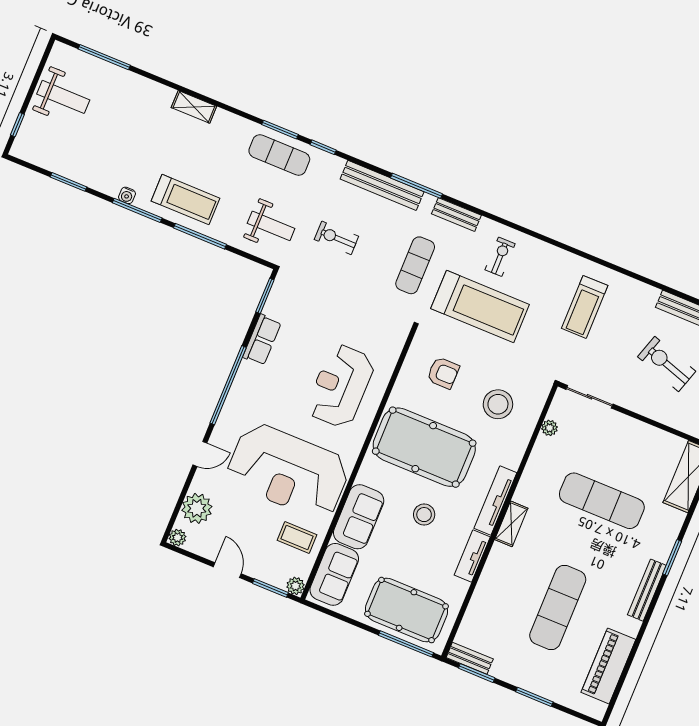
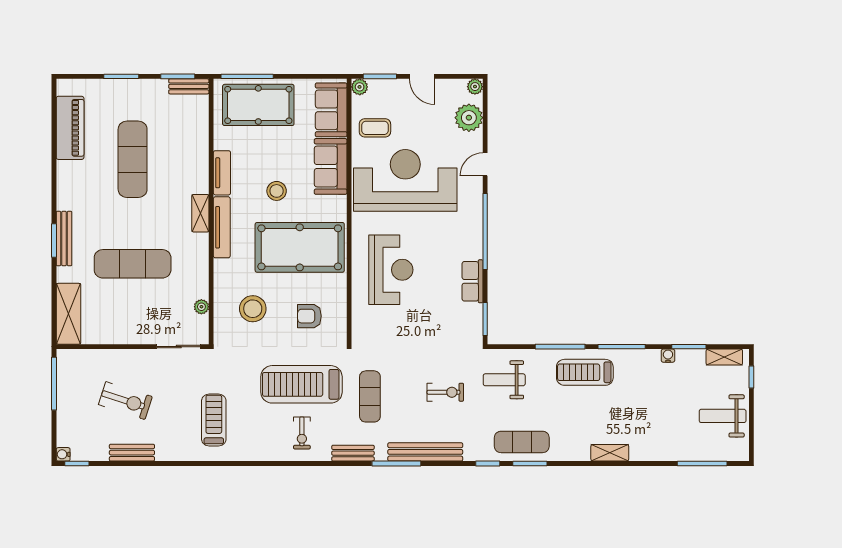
shelving: (37, 156) -> (724, 357), added
water cooler: (127, 195) -> (668, 356), moved
bench: (647, 590) -> (64, 239), moved

